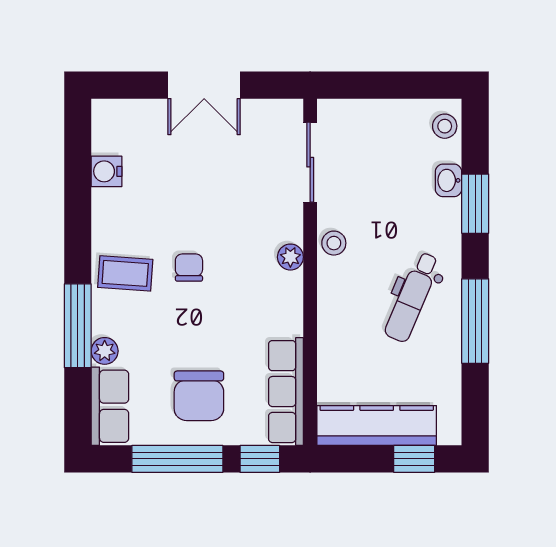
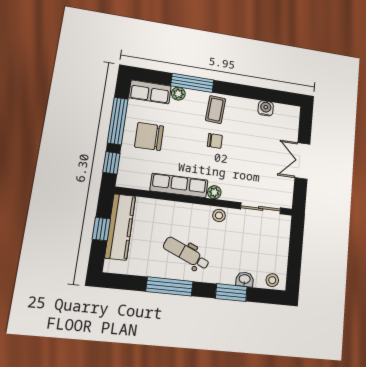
row of seats: (286, 392) -> (179, 185), moved
window: (414, 459) -> (101, 229), moved

